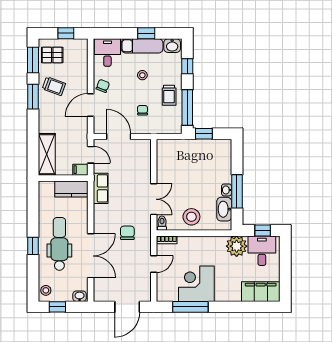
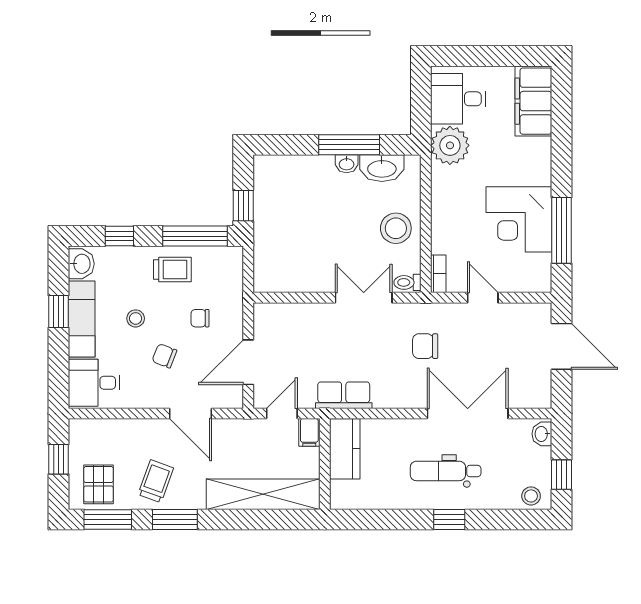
chair: (103, 86) -> (164, 356), moved
shelving: (47, 154) -> (263, 494), width x1.47
window: (263, 230) -> (421, 97), removed
dental chair: (59, 244) -> (446, 471), width x0.73, depth x0.72

